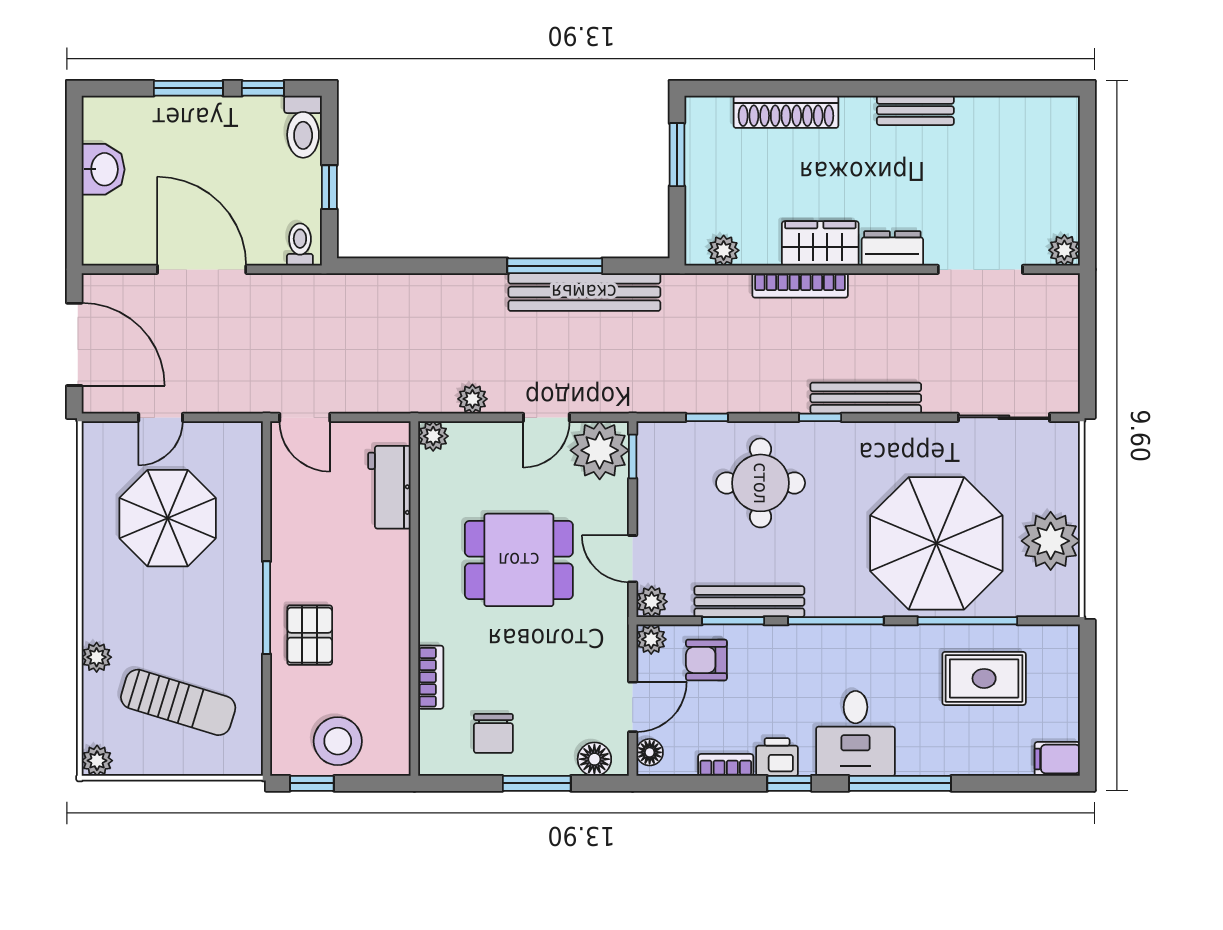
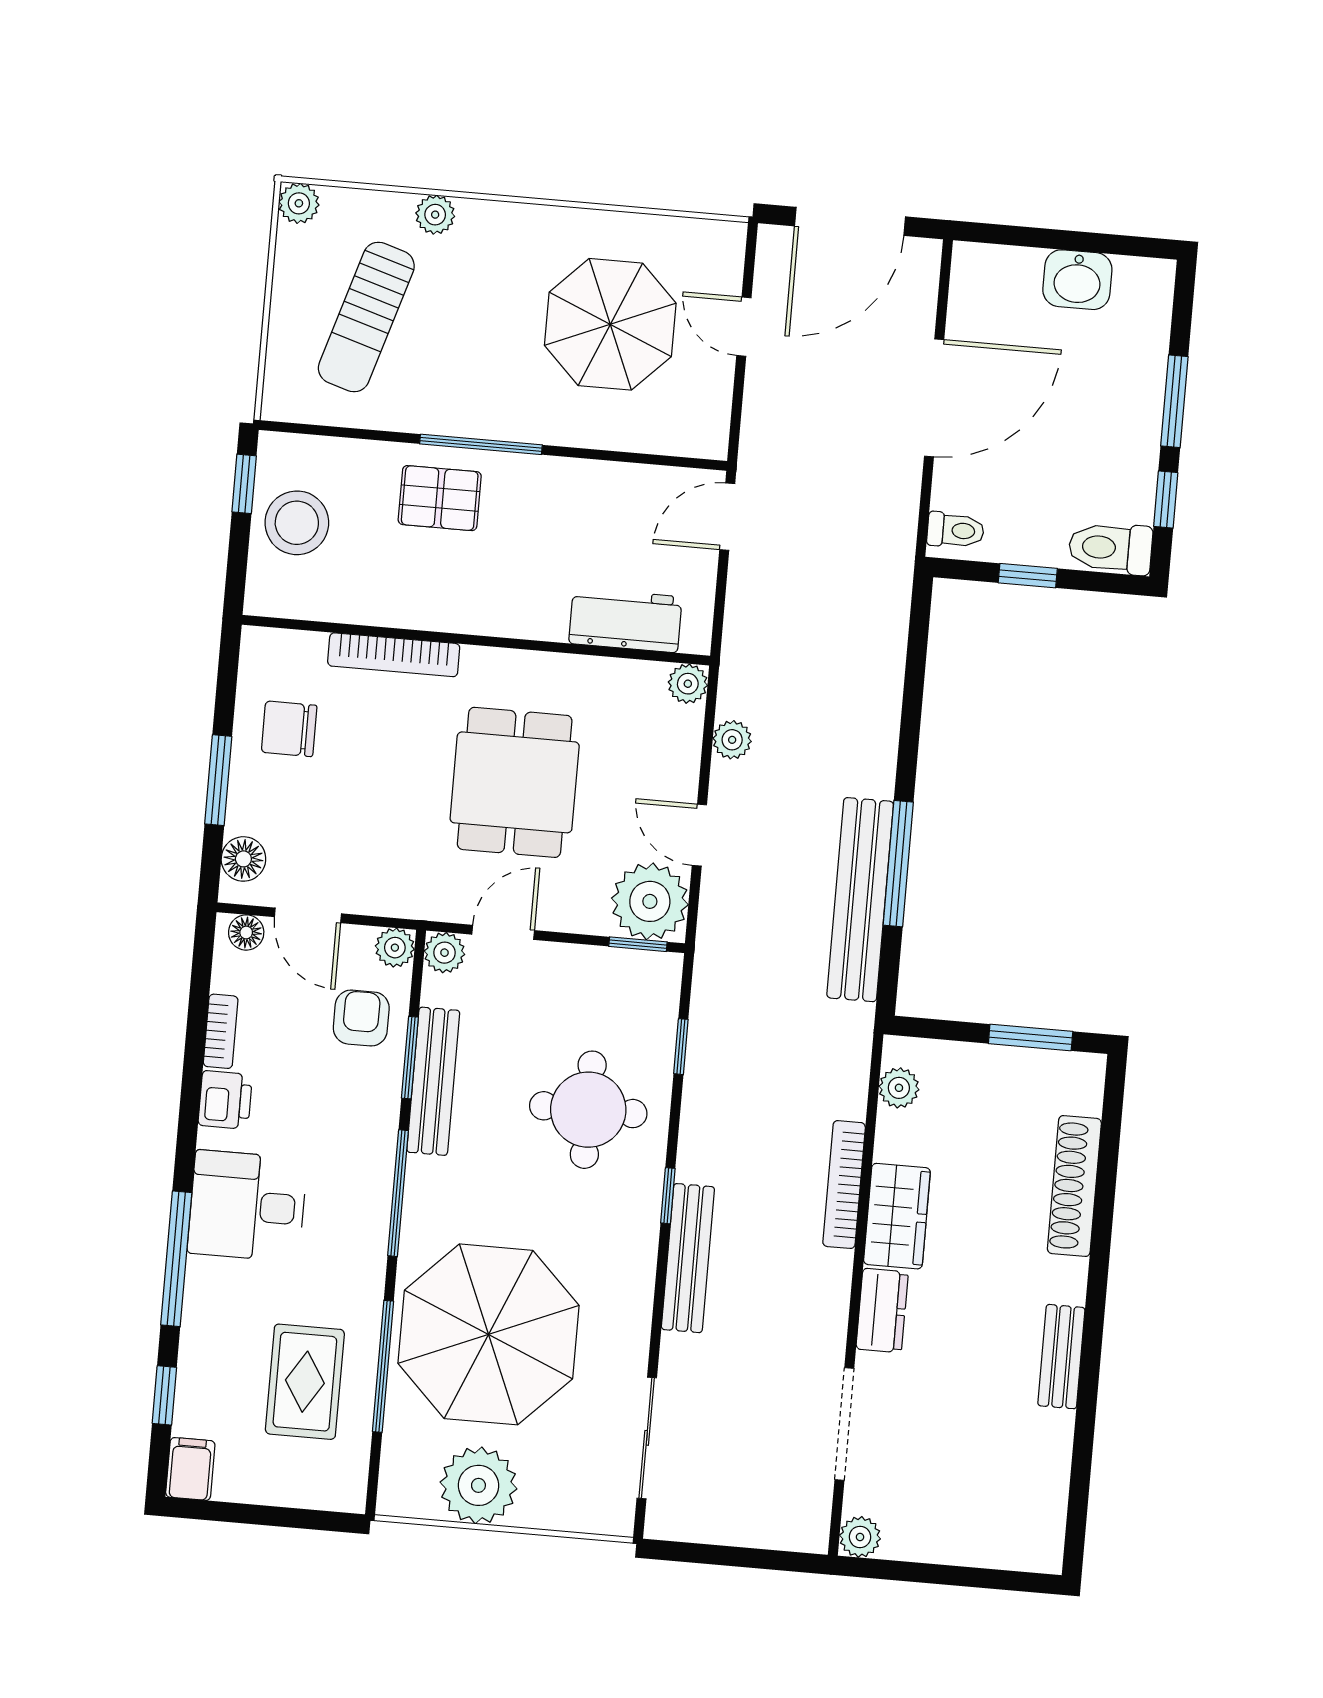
bookcase: (431, 677) -> (394, 655), width x1.56
window: (789, 783) -> (164, 1395), moved

